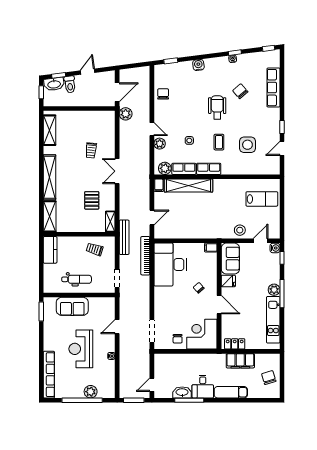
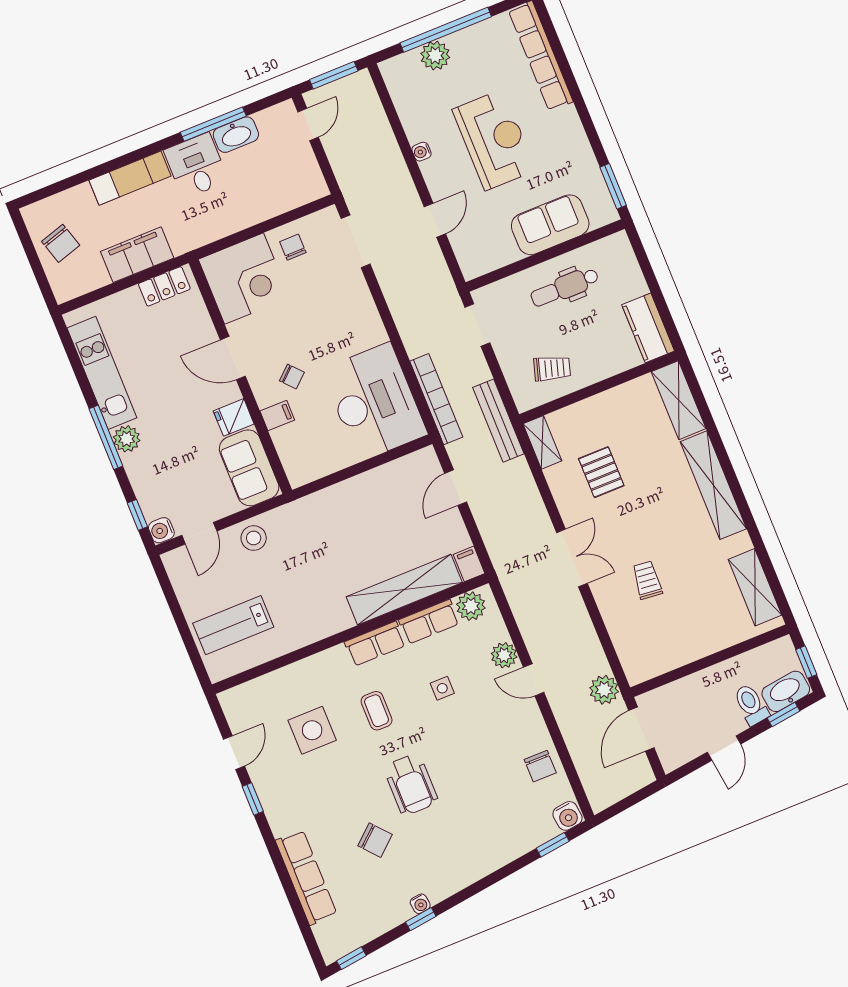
water cooler: (198, 65) -> (567, 816), moved
filing cabinet: (211, 248) -> (277, 416), moved

